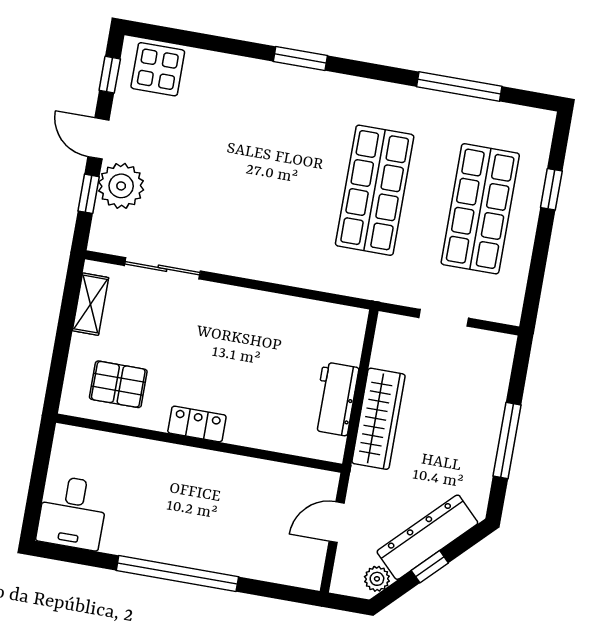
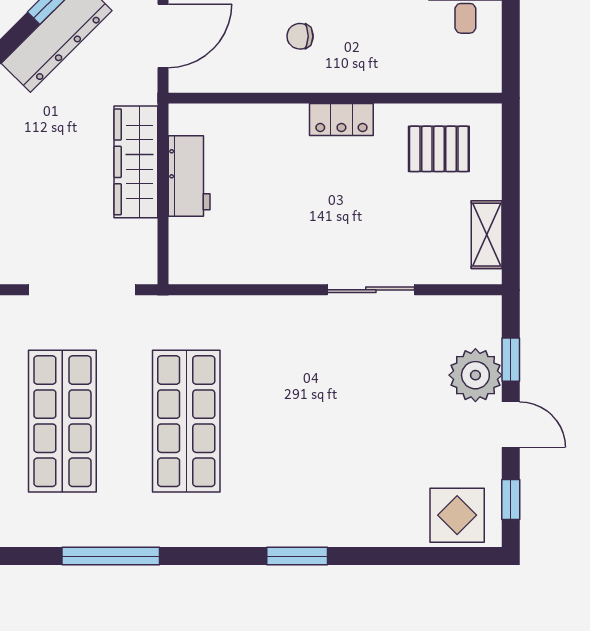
sliding door: (162, 268) -> (371, 290), moved
doorway: (444, 318) -> (82, 290), width x1.87
chair: (220, 501) -> (300, 36), added
door: (337, 522) -> (163, 36), width x1.38

